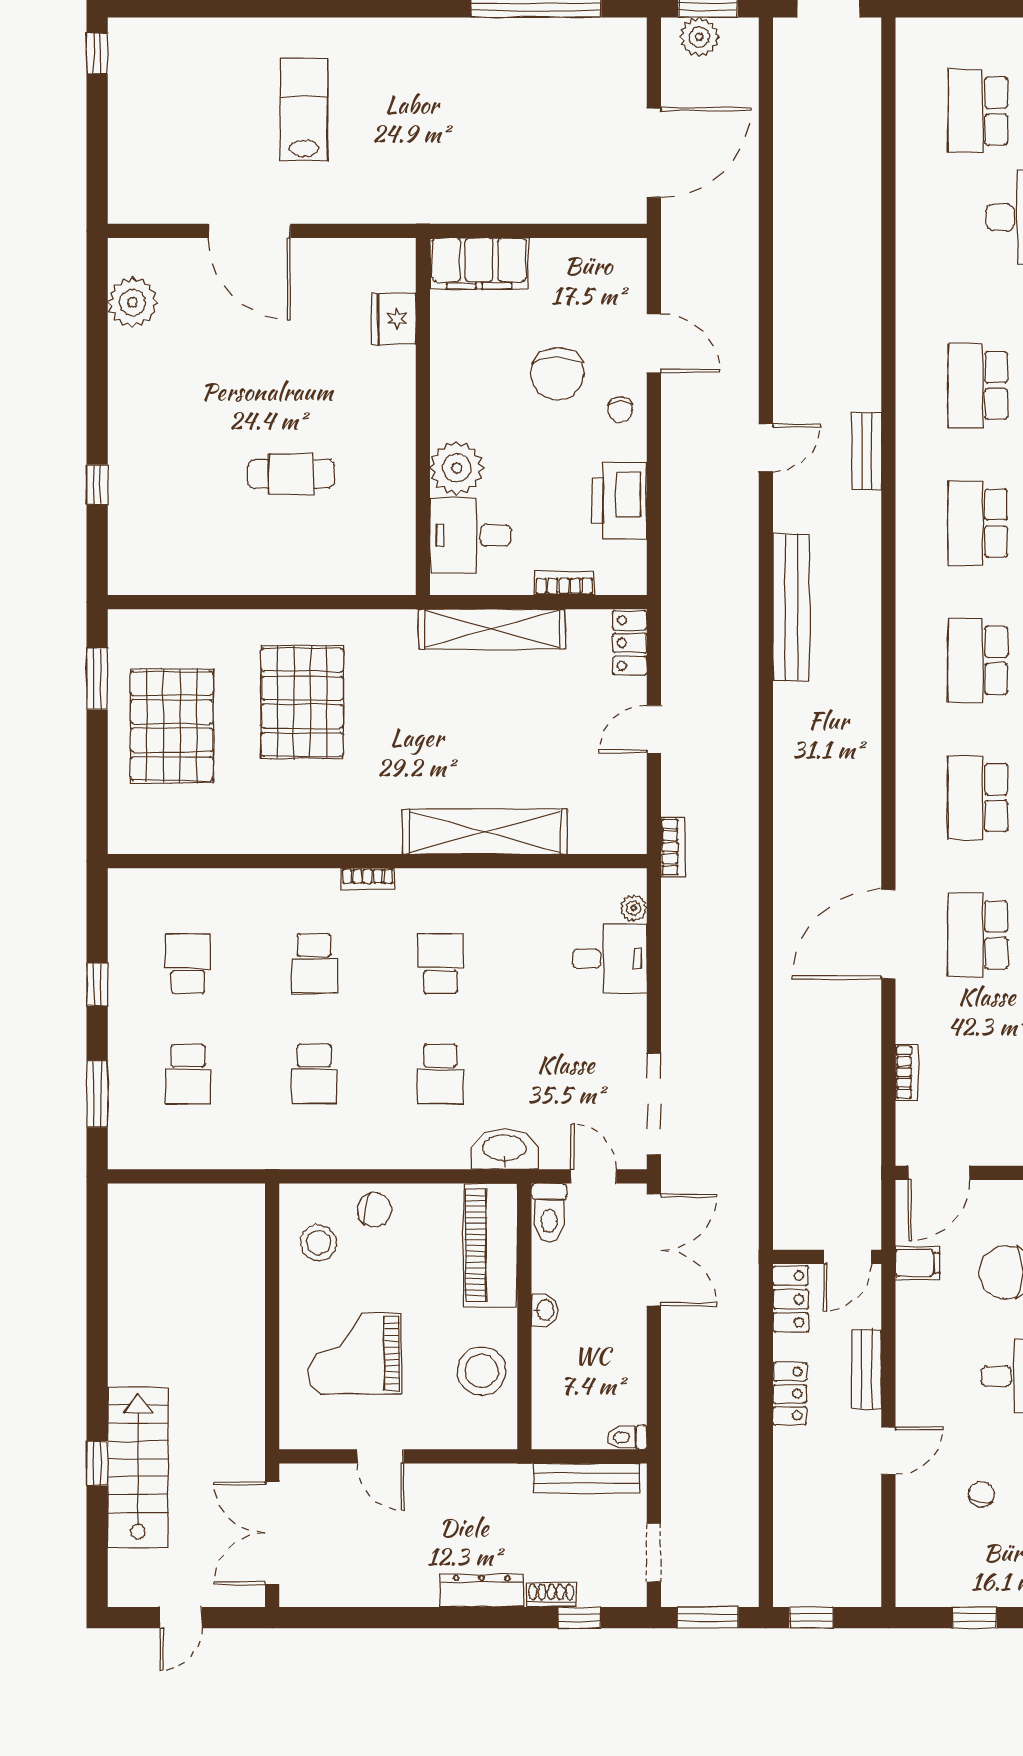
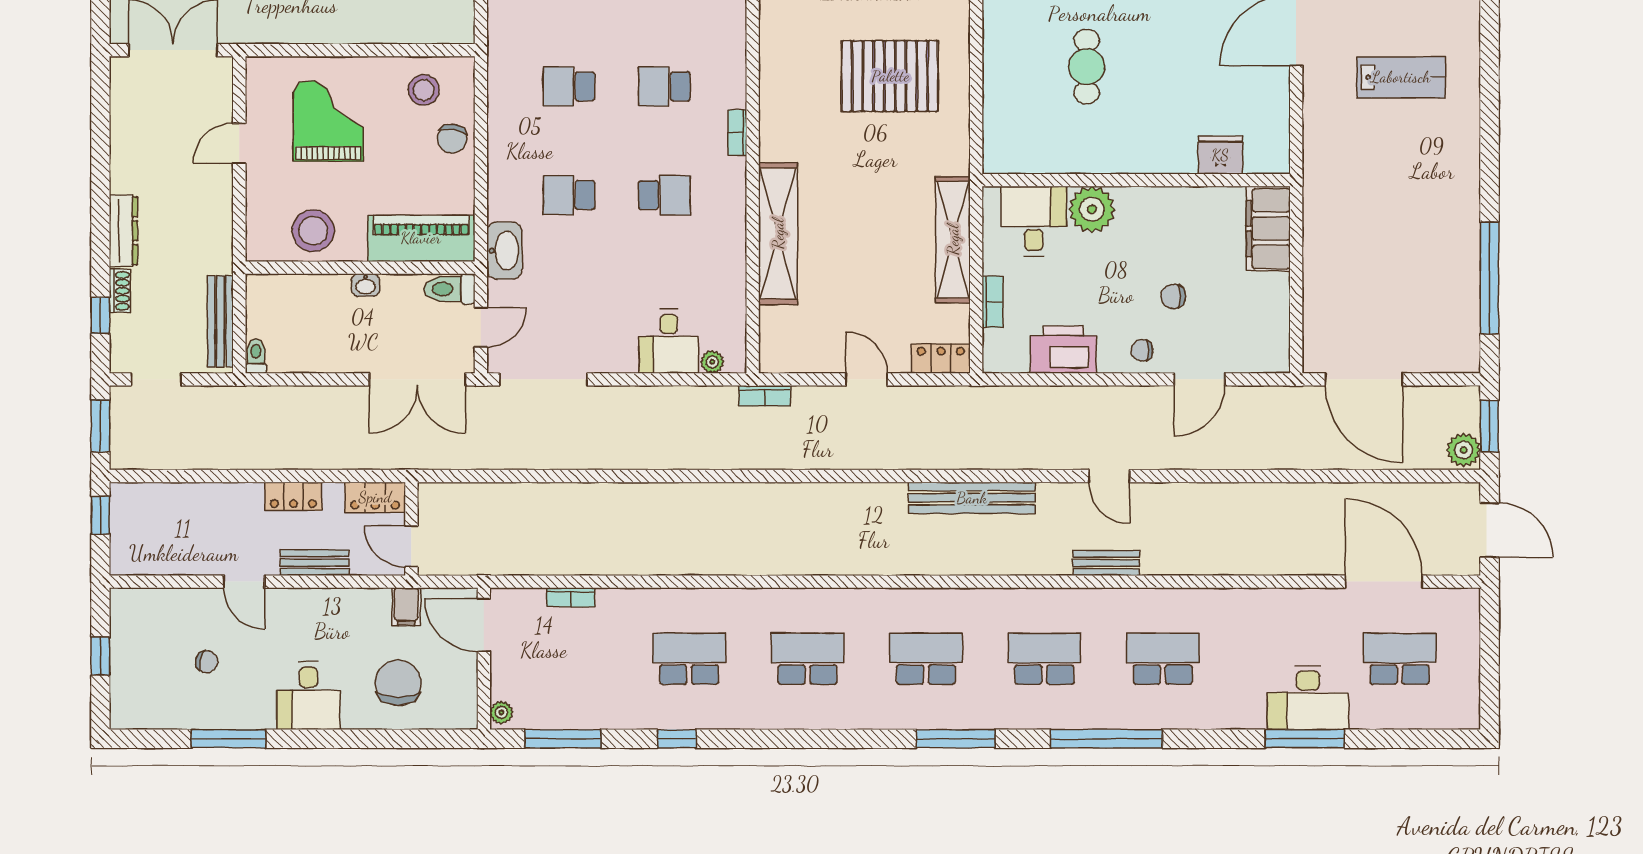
plant: (699, 37) -> (1464, 450), moved
chair: (558, 374) -> (1173, 296), width x0.54, depth x0.54
door: (888, 934) -> (1384, 582), moved

